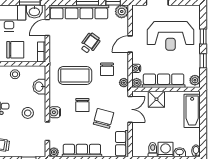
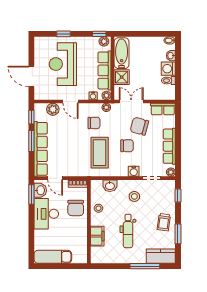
plant: (122, 11) -> (53, 109), moved
reception desk: (171, 36) -> (63, 64), turned 180
wheelchair: (90, 43) -> (70, 139), removed
chair: (15, 50) -> (76, 208), turned 180
window: (203, 61) -> (99, 34), moved
bathtub: (192, 111) -> (122, 53), moved, turned -90

